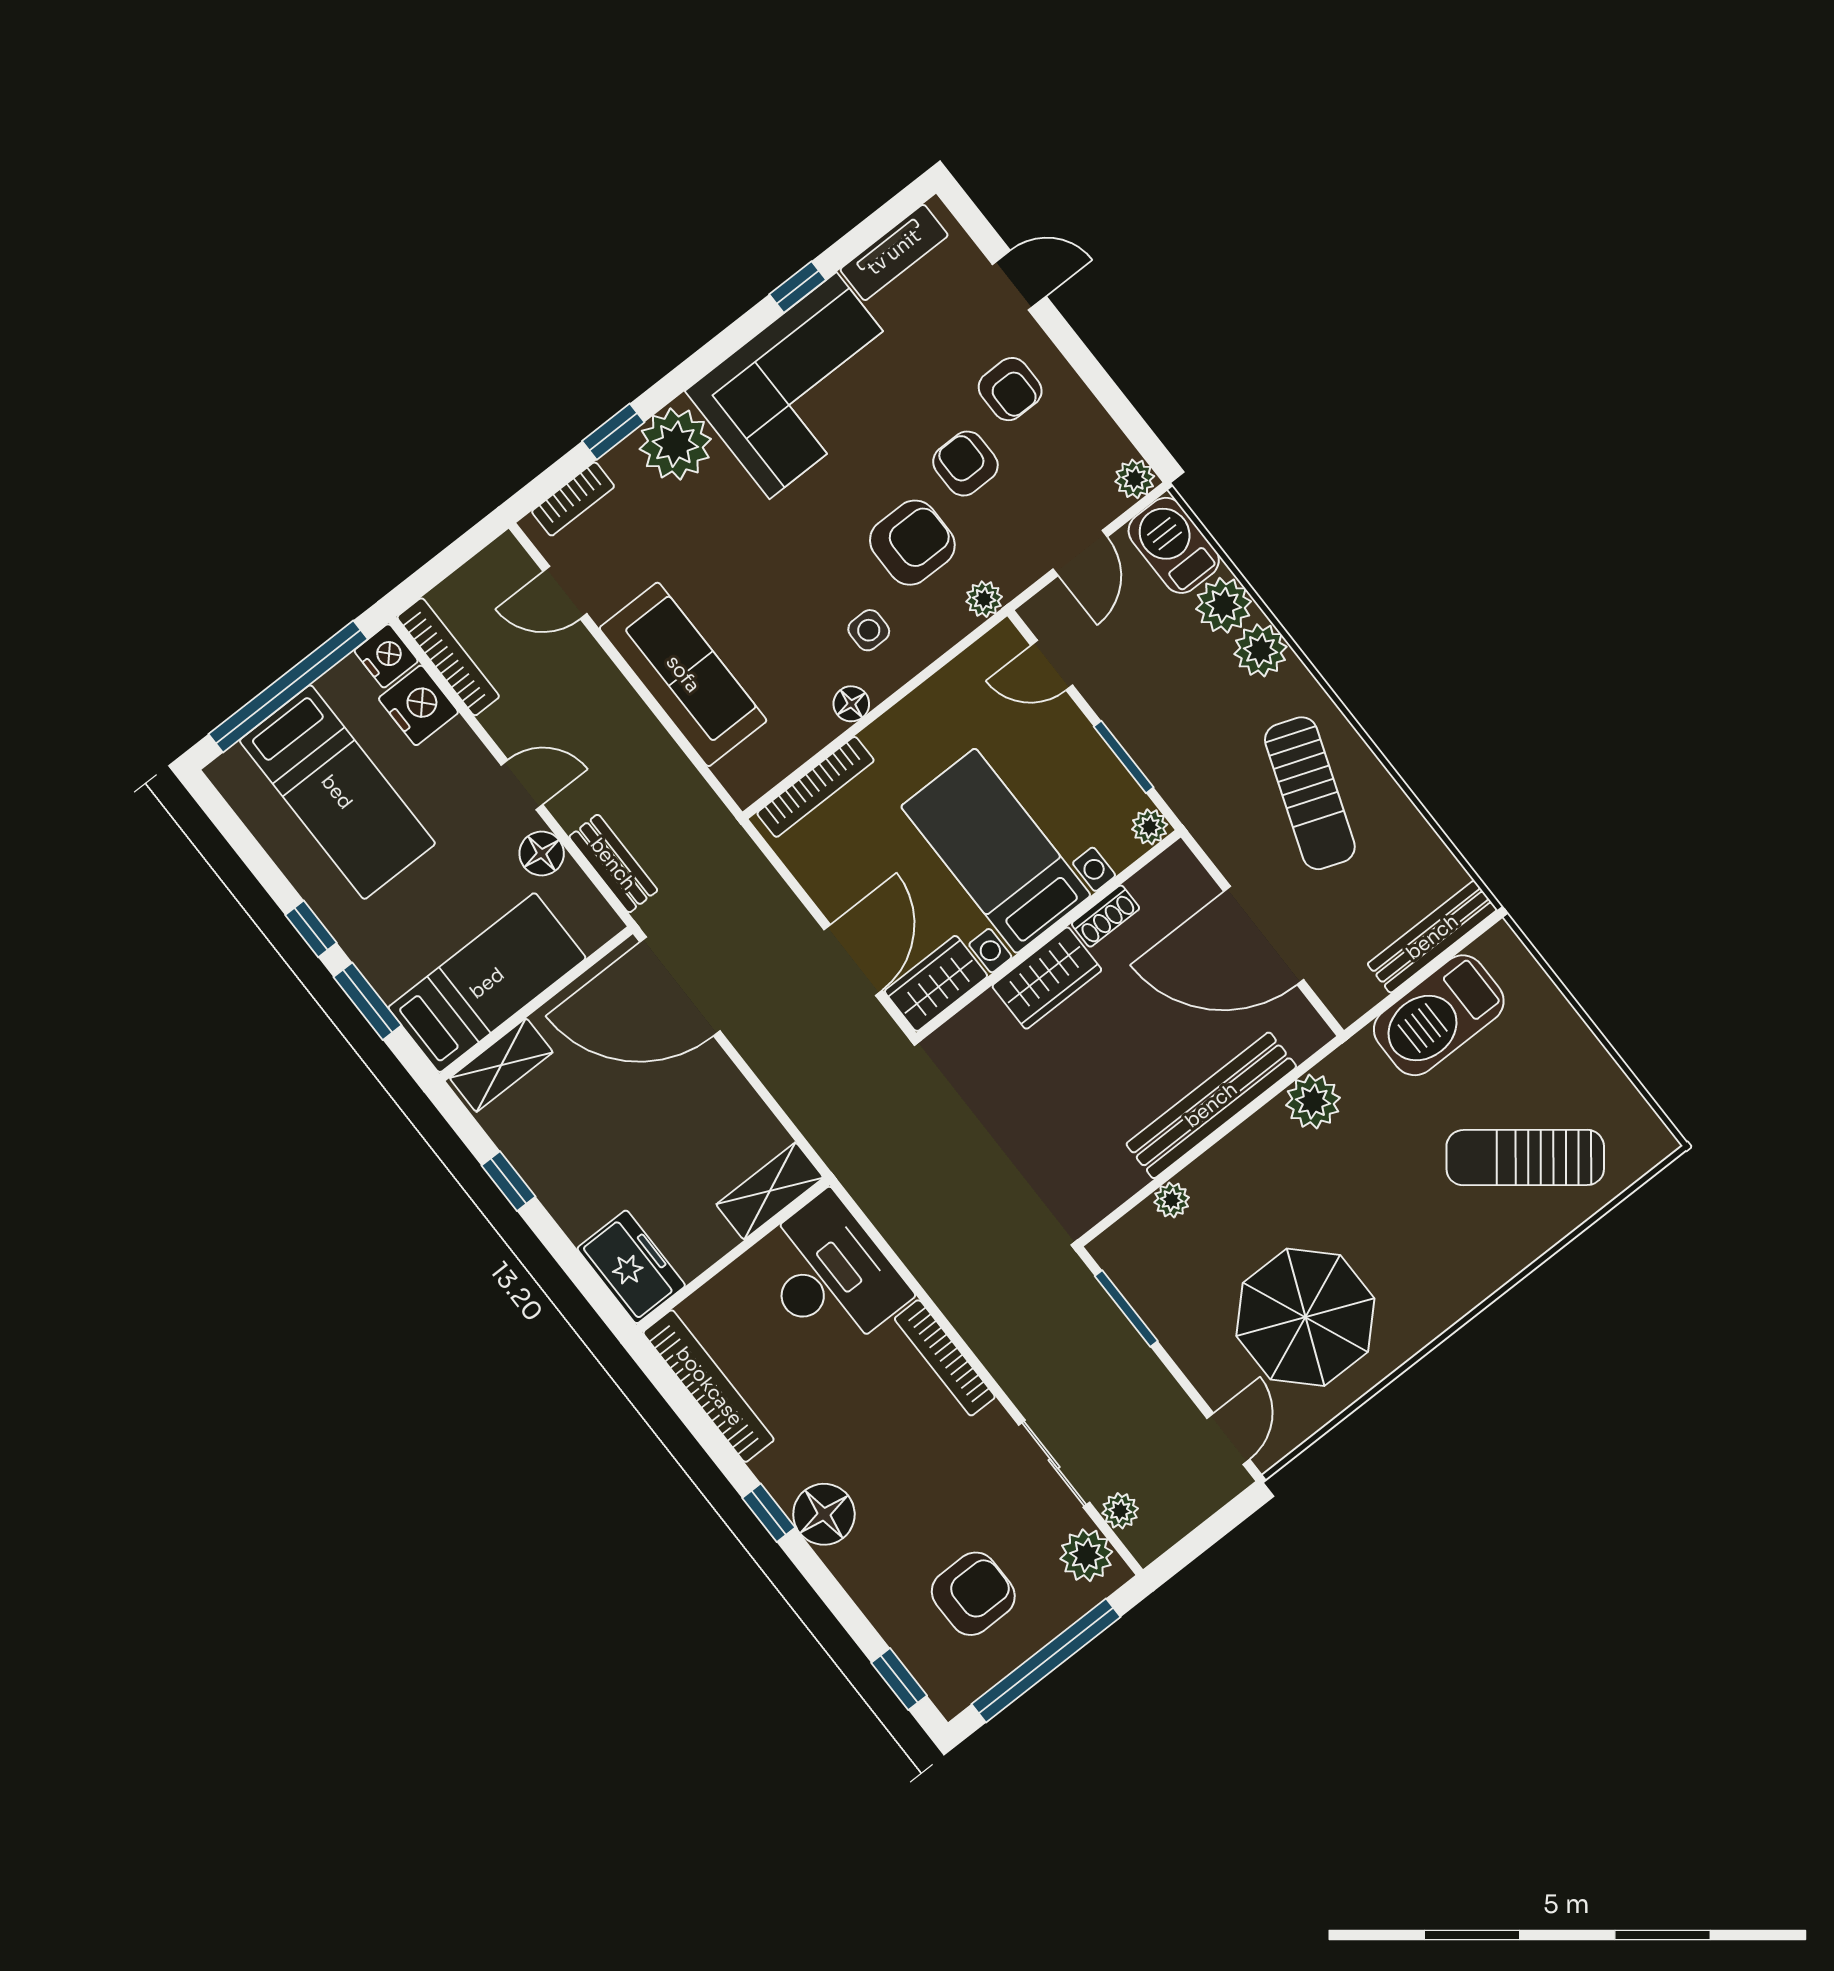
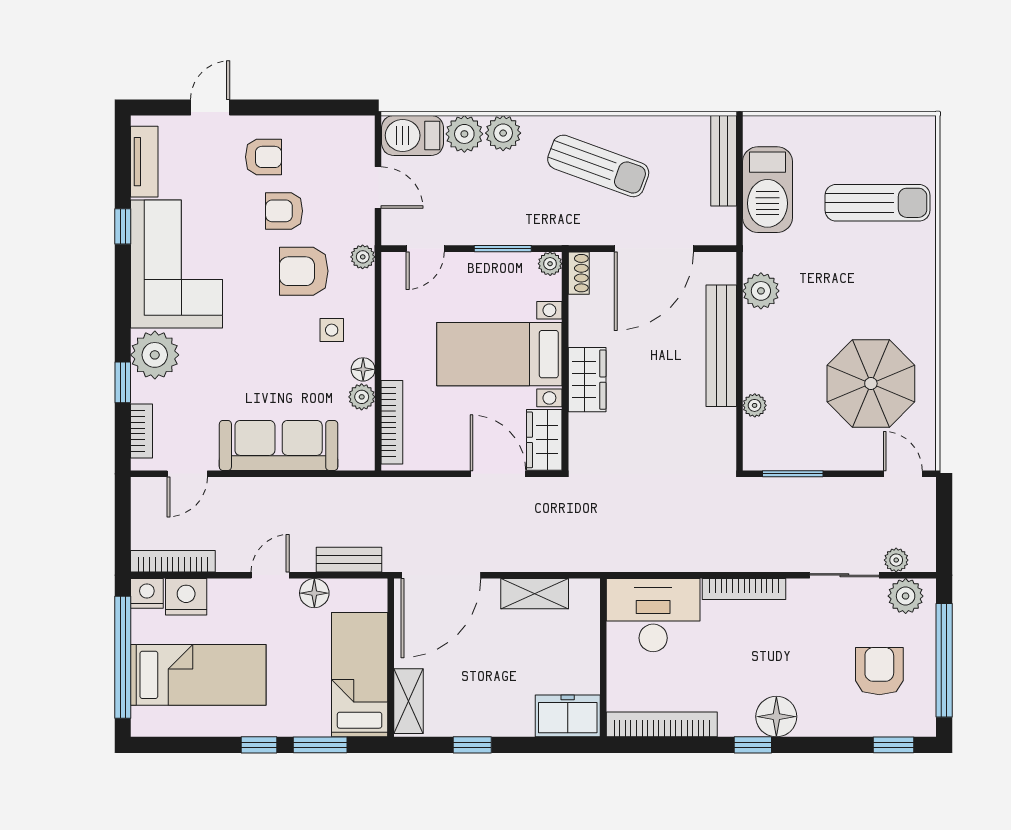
plant: (1135, 479) -> (362, 397), moved
armchair: (912, 543) -> (304, 271), turned -90
shoe rack: (1106, 916) -> (579, 273), moved
sun lounger: (1525, 1158) -> (877, 203), turned -128
shelving: (770, 1191) -> (535, 594), moved, turned 90

